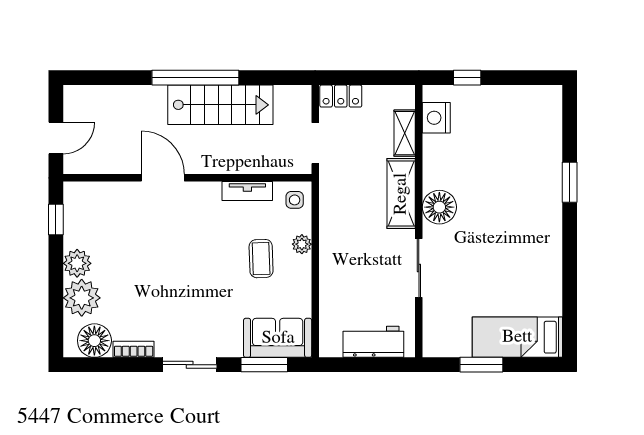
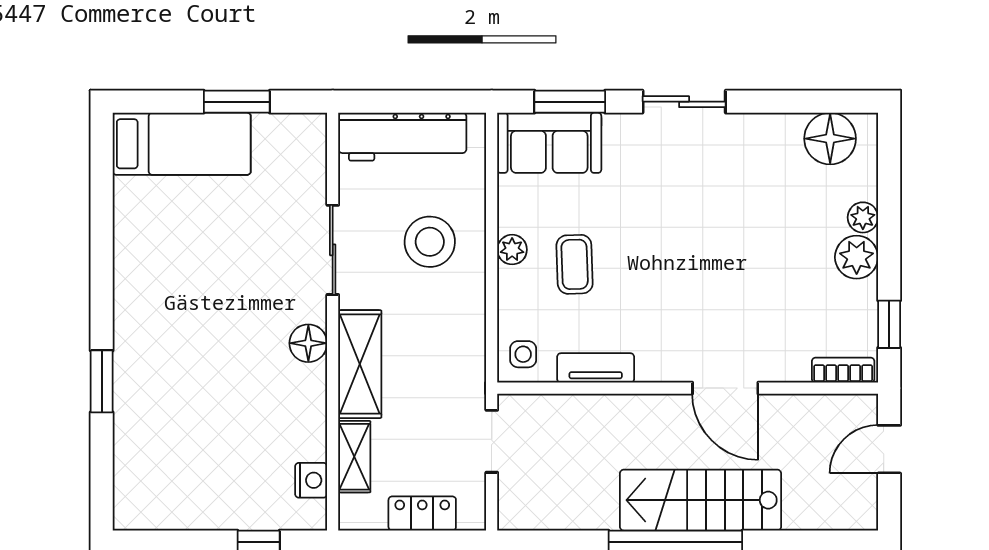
locker: (341, 96) -> (422, 513), moved
stairs: (220, 105) -> (701, 500), moved
nightstand: (436, 118) -> (311, 480), width x0.74, depth x0.75
floor lamp: (439, 207) -> (308, 343), width x0.73, depth x0.73
plant: (302, 244) -> (512, 250), moved
stool: (356, 273) -> (430, 242), added
plant: (82, 298) -> (863, 217), width x0.53, depth x0.53
workbench: (373, 342) -> (402, 137), width x1.38
bookcase: (134, 349) -> (843, 370), moved, turned 180

